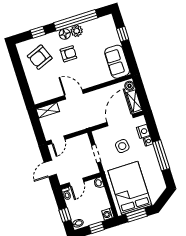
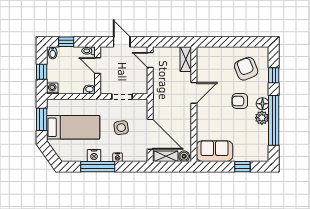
armchair: (68, 54) -> (240, 101), turned 90
nightstand: (143, 131) -> (94, 155), moved
bed: (130, 188) -> (73, 127), width x0.67

